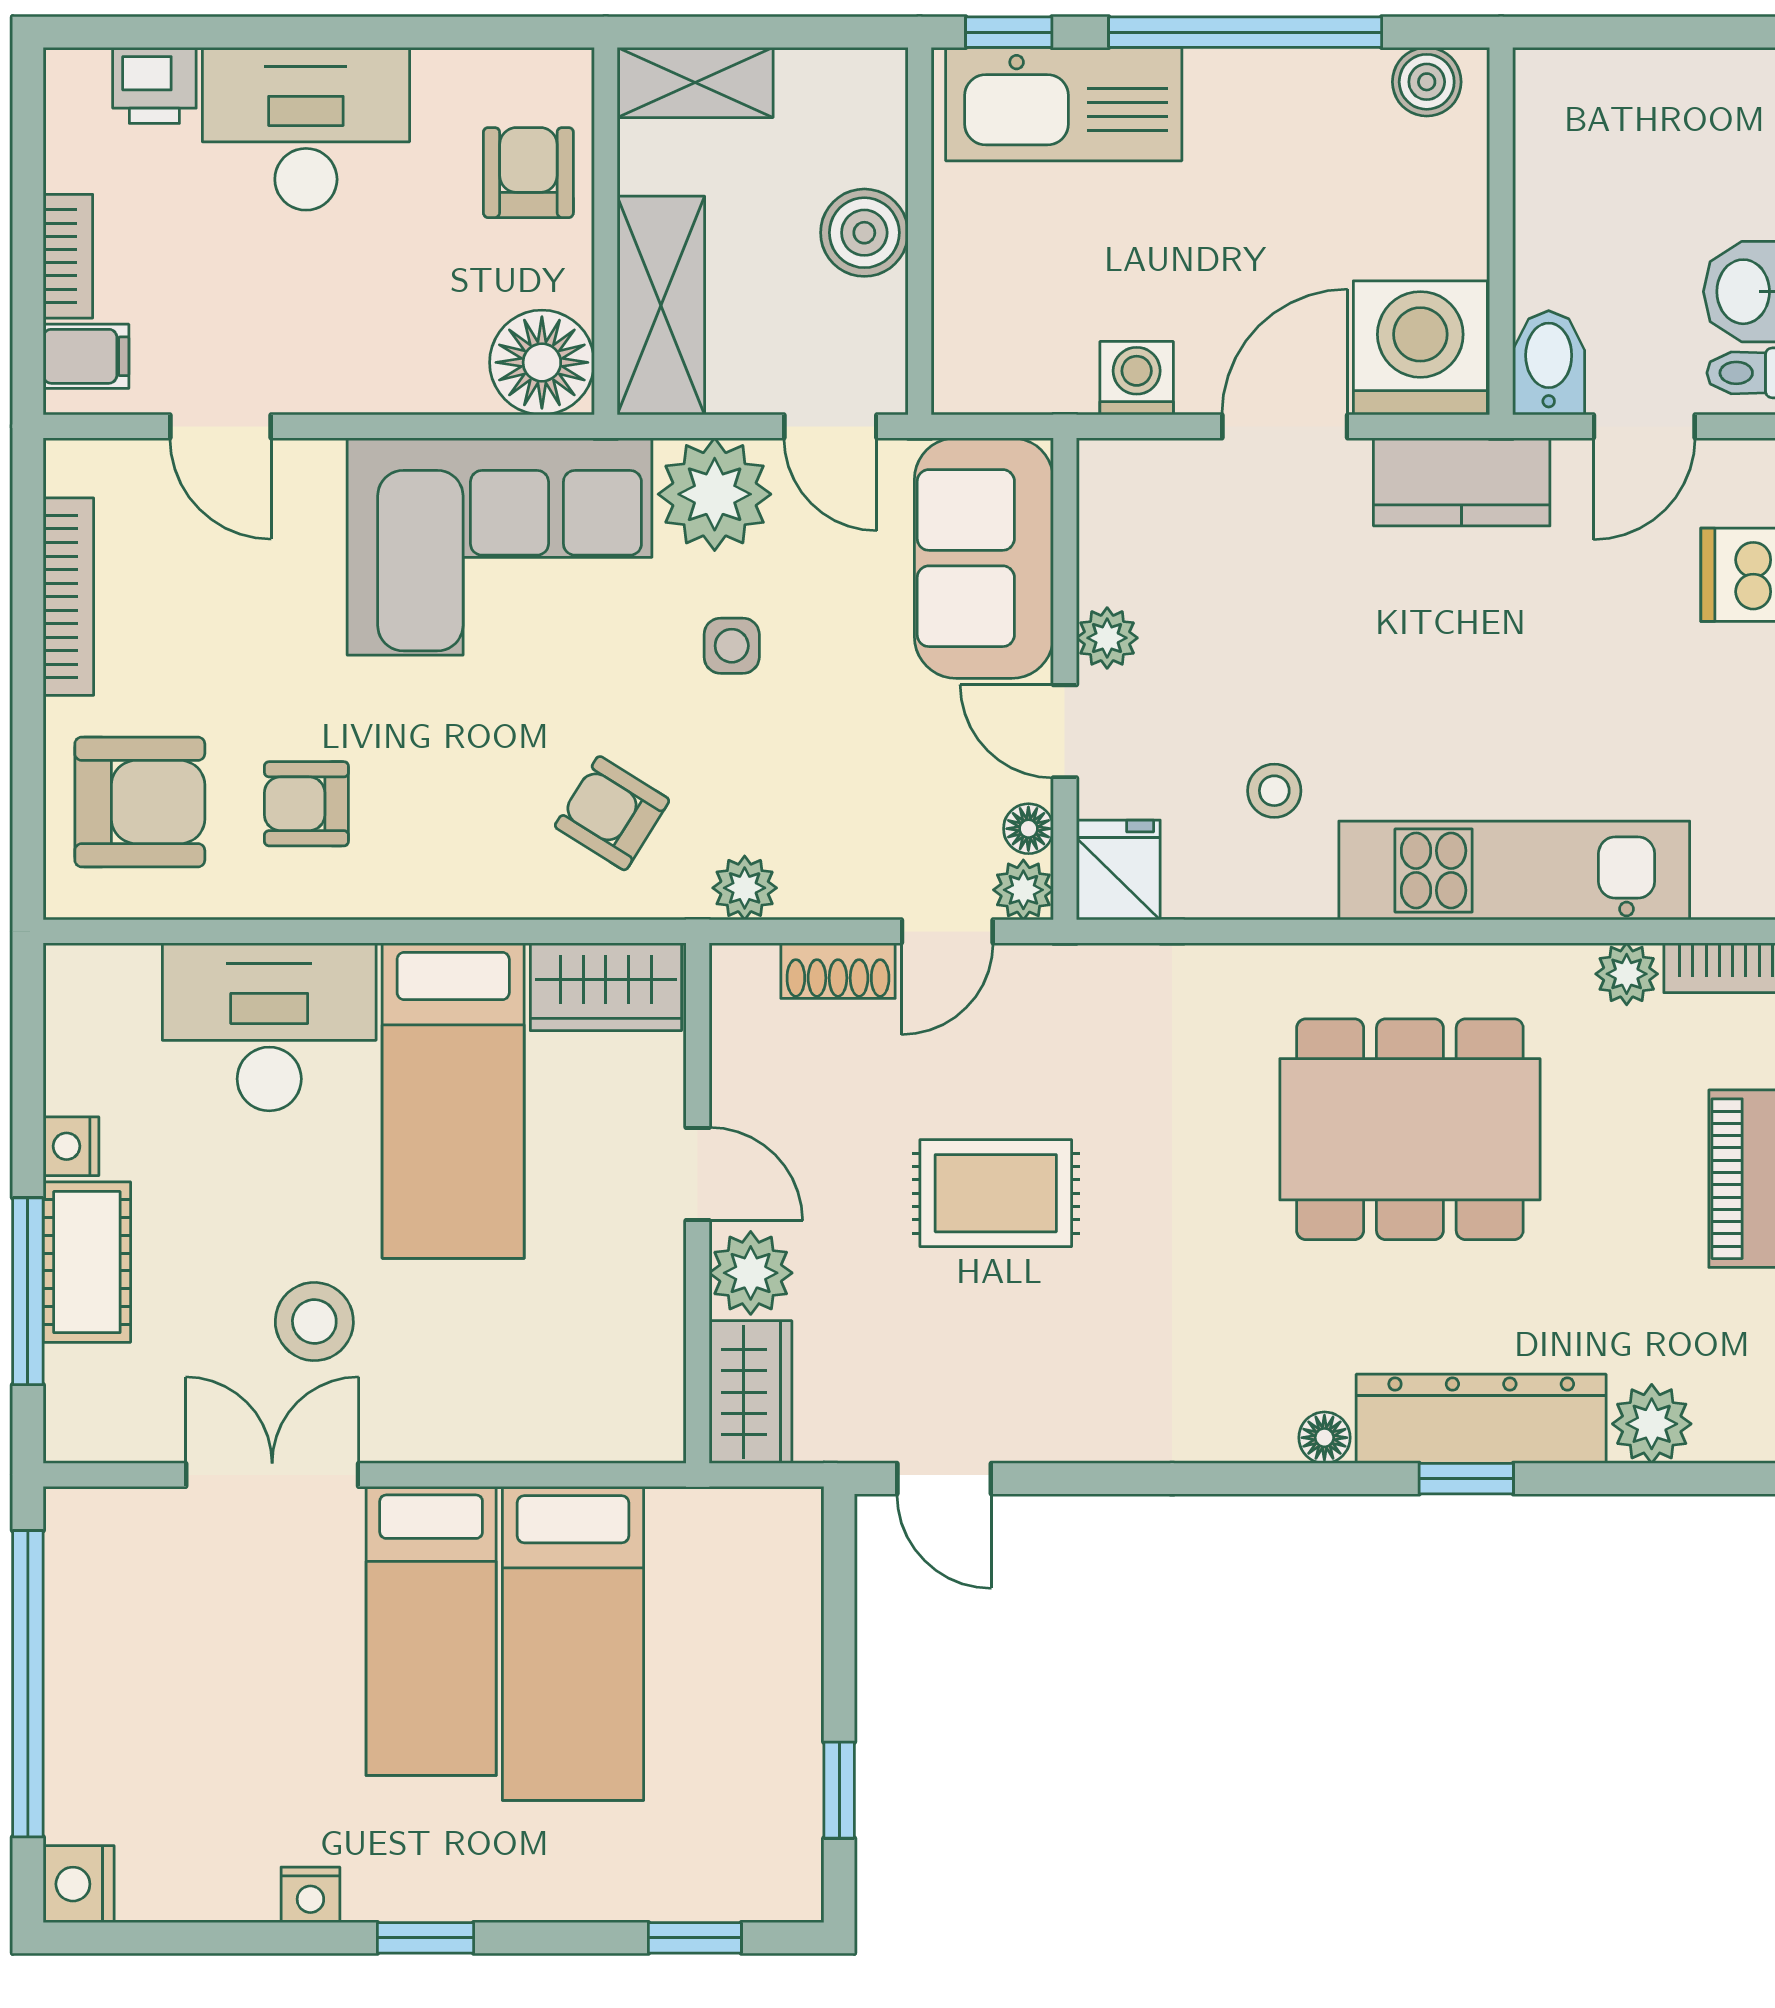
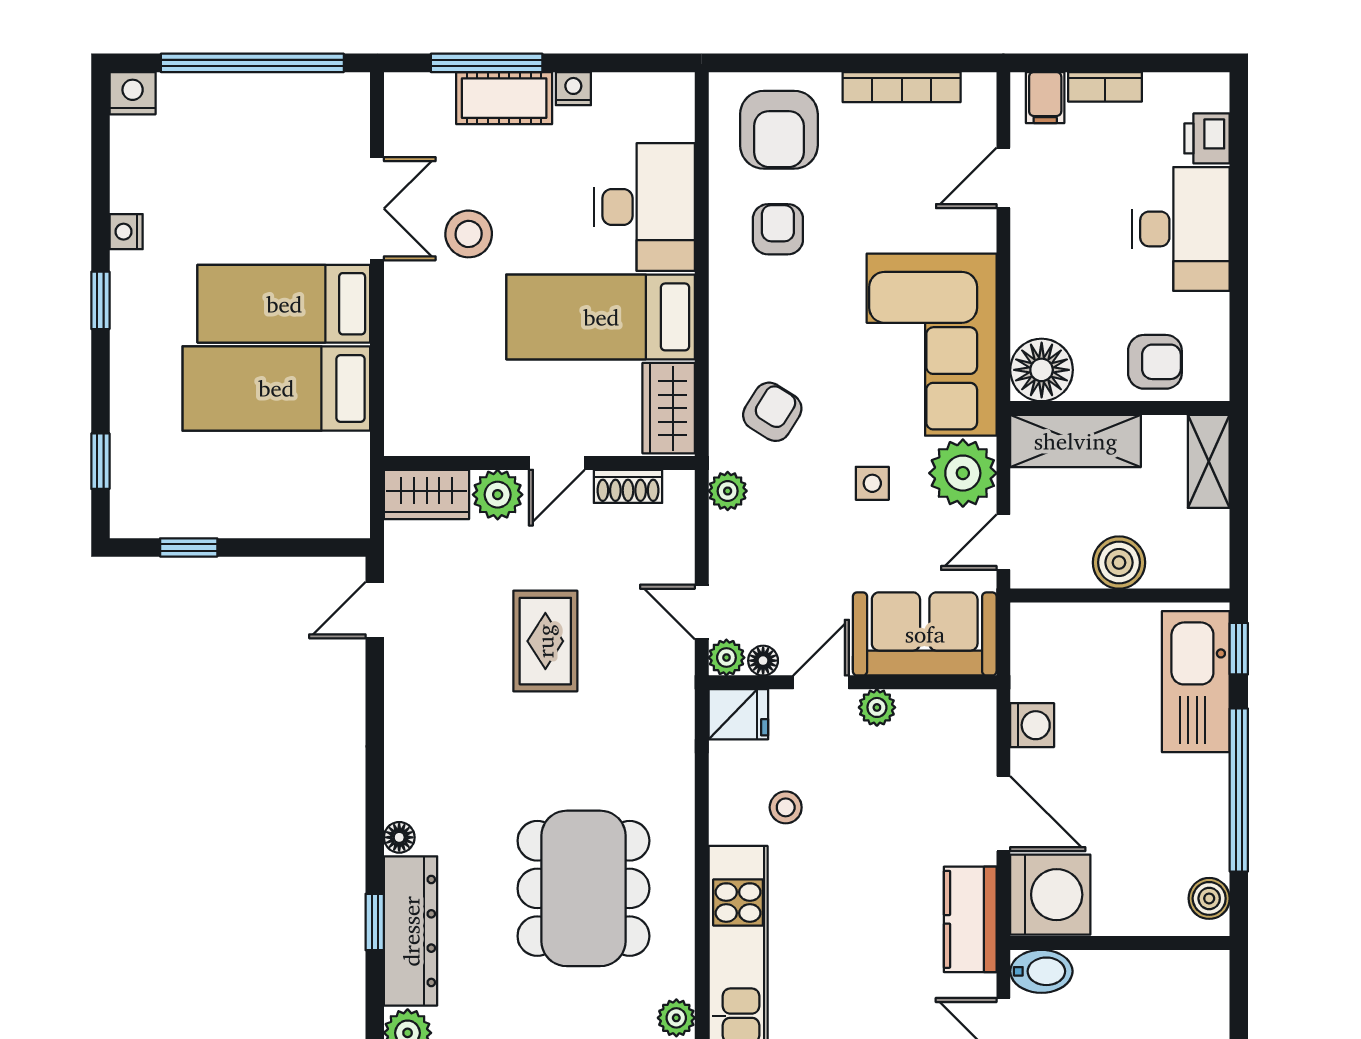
shoe rack: (838, 971) -> (628, 486), moved, turned -90

